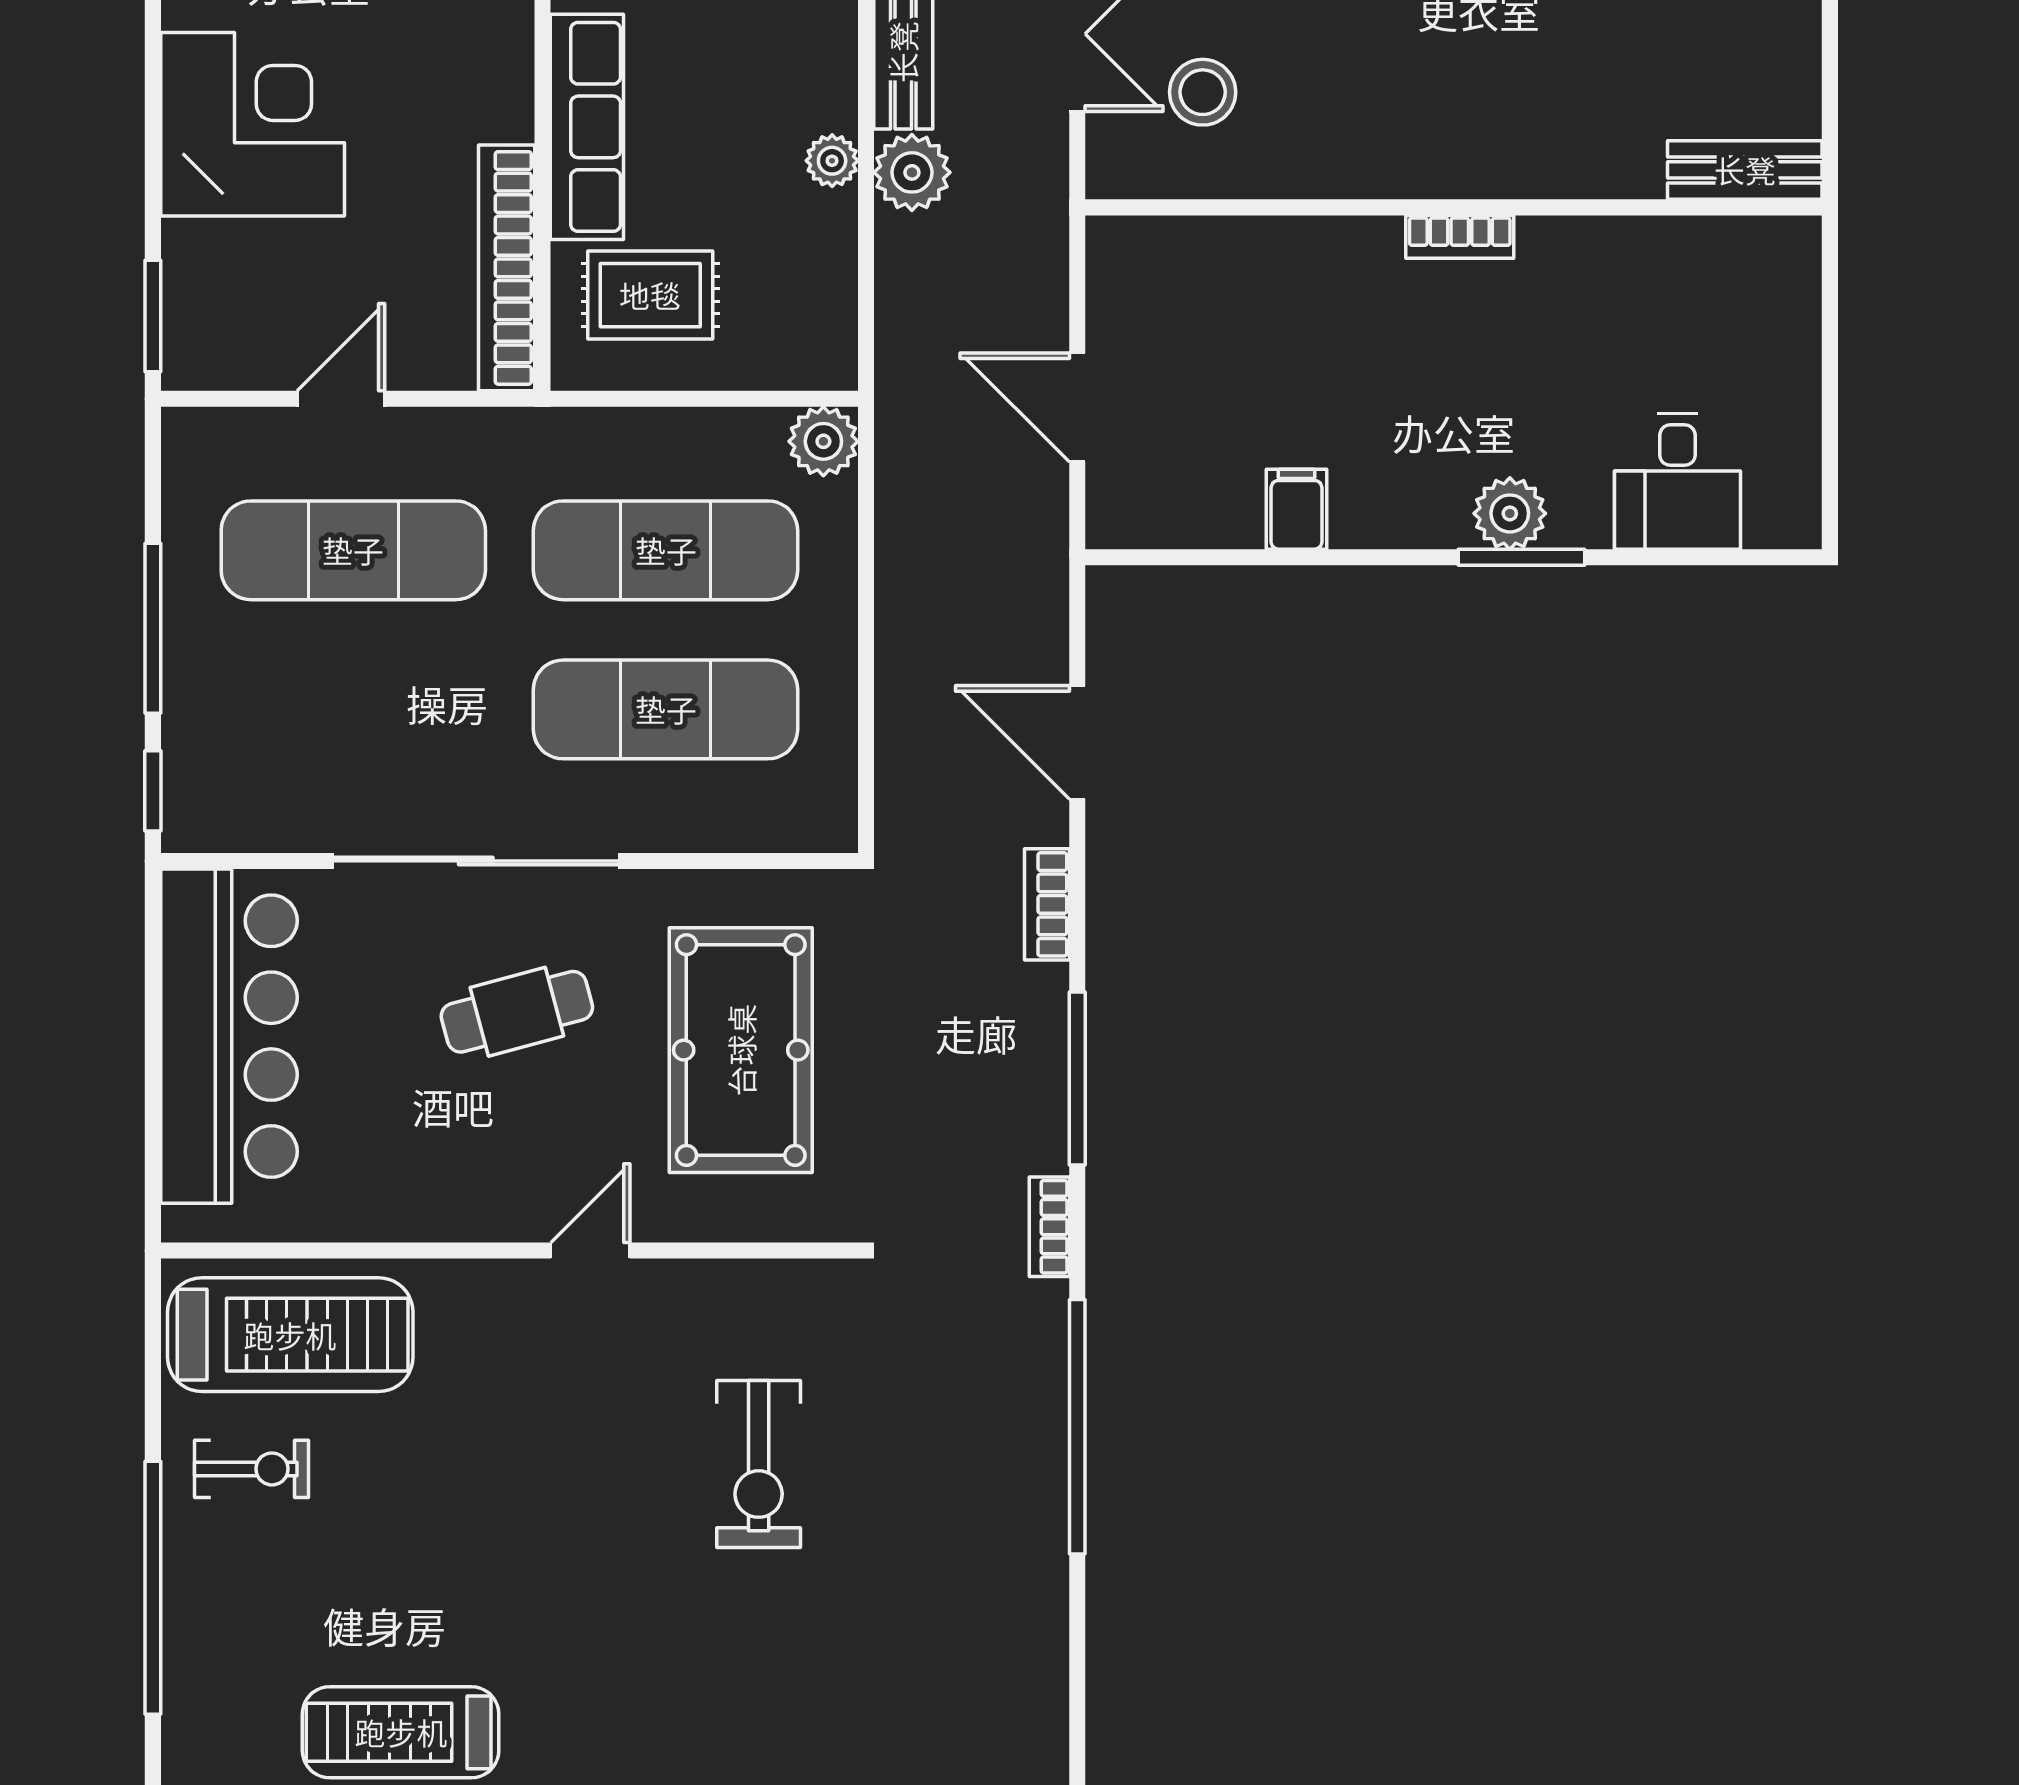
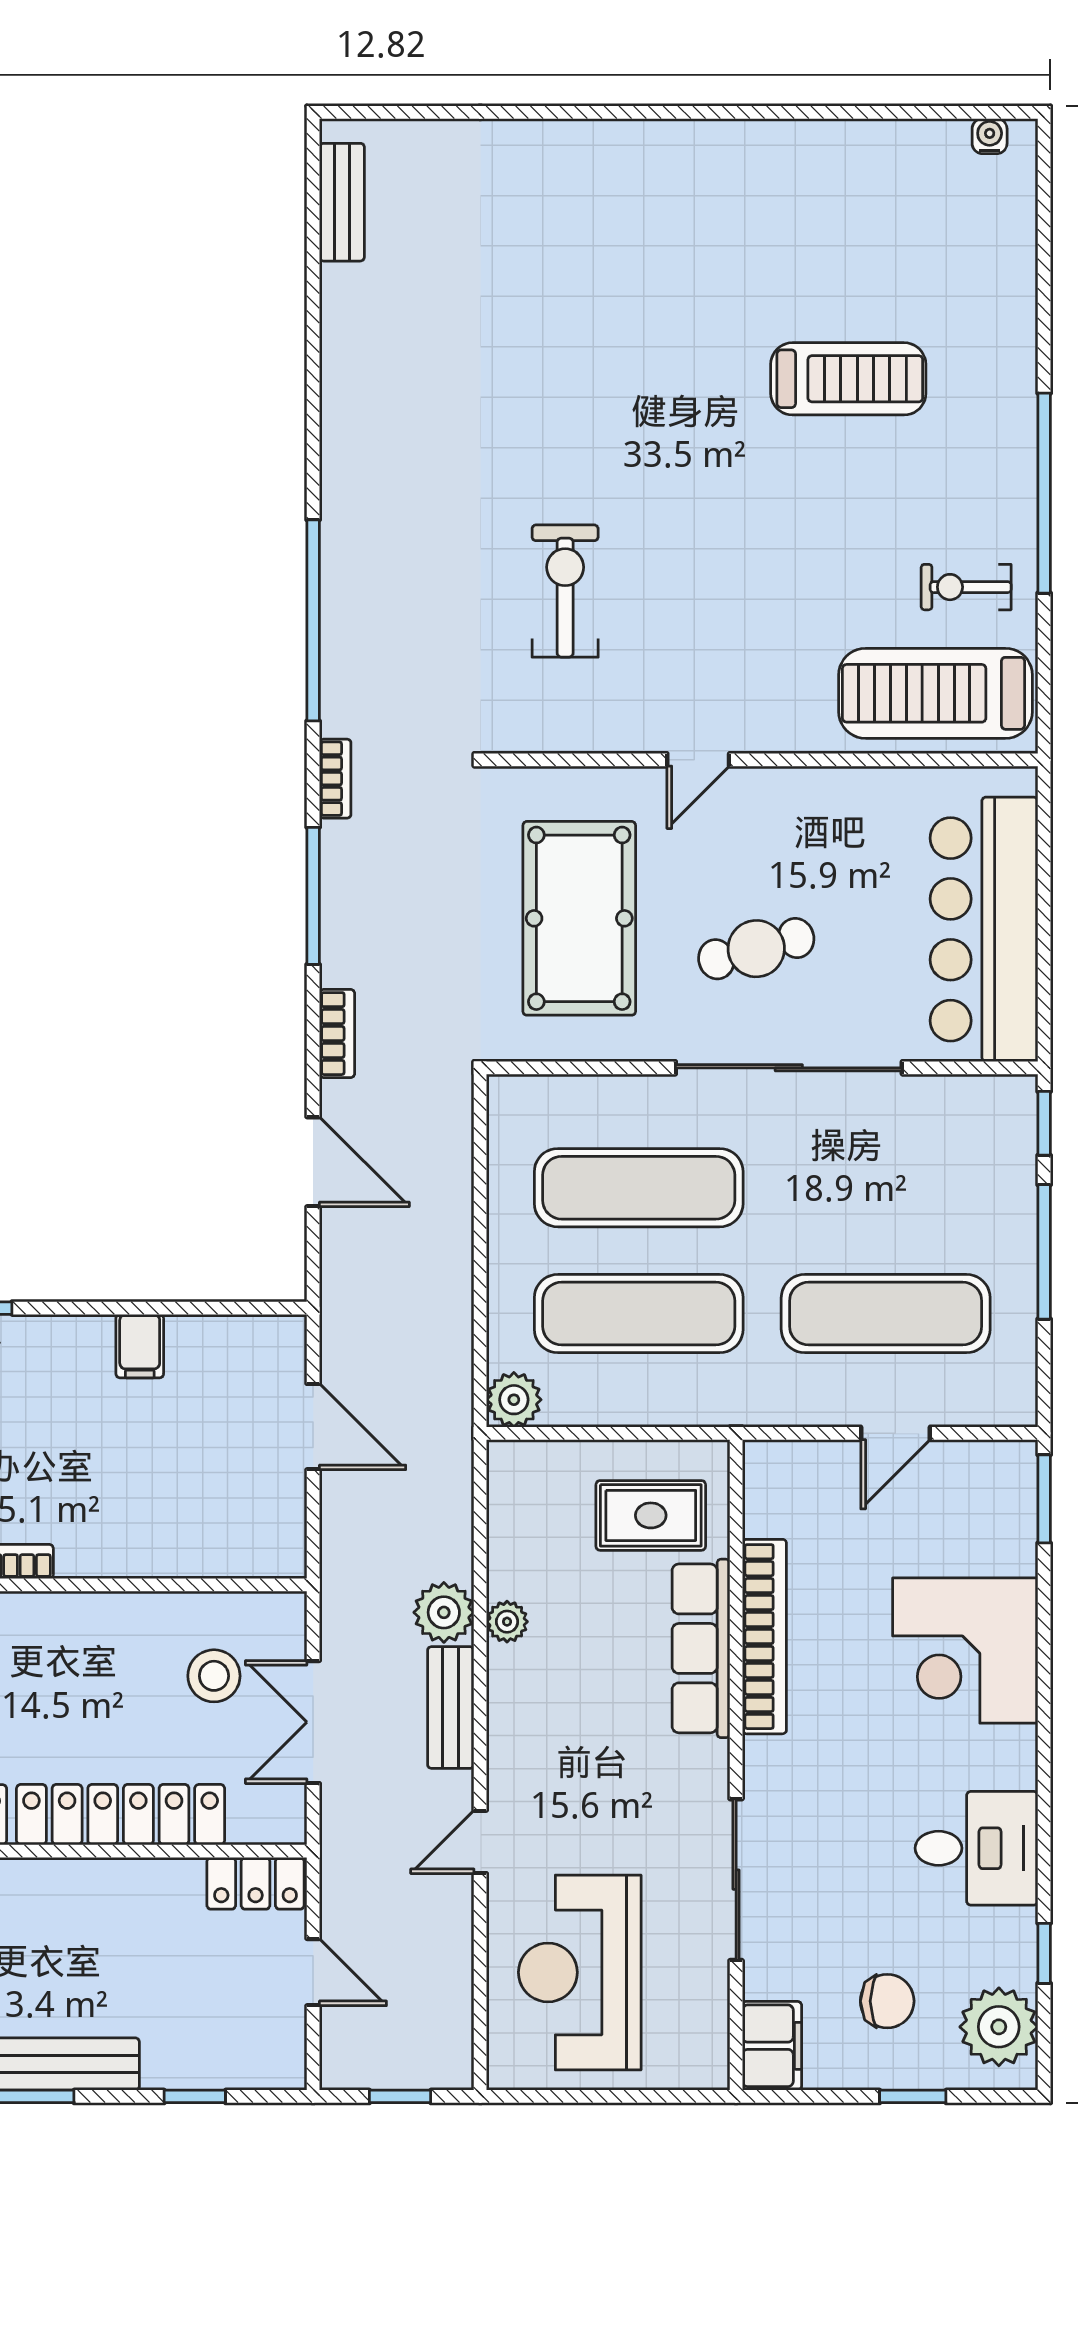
bookcase: (507, 268) -> (764, 1637), moved

